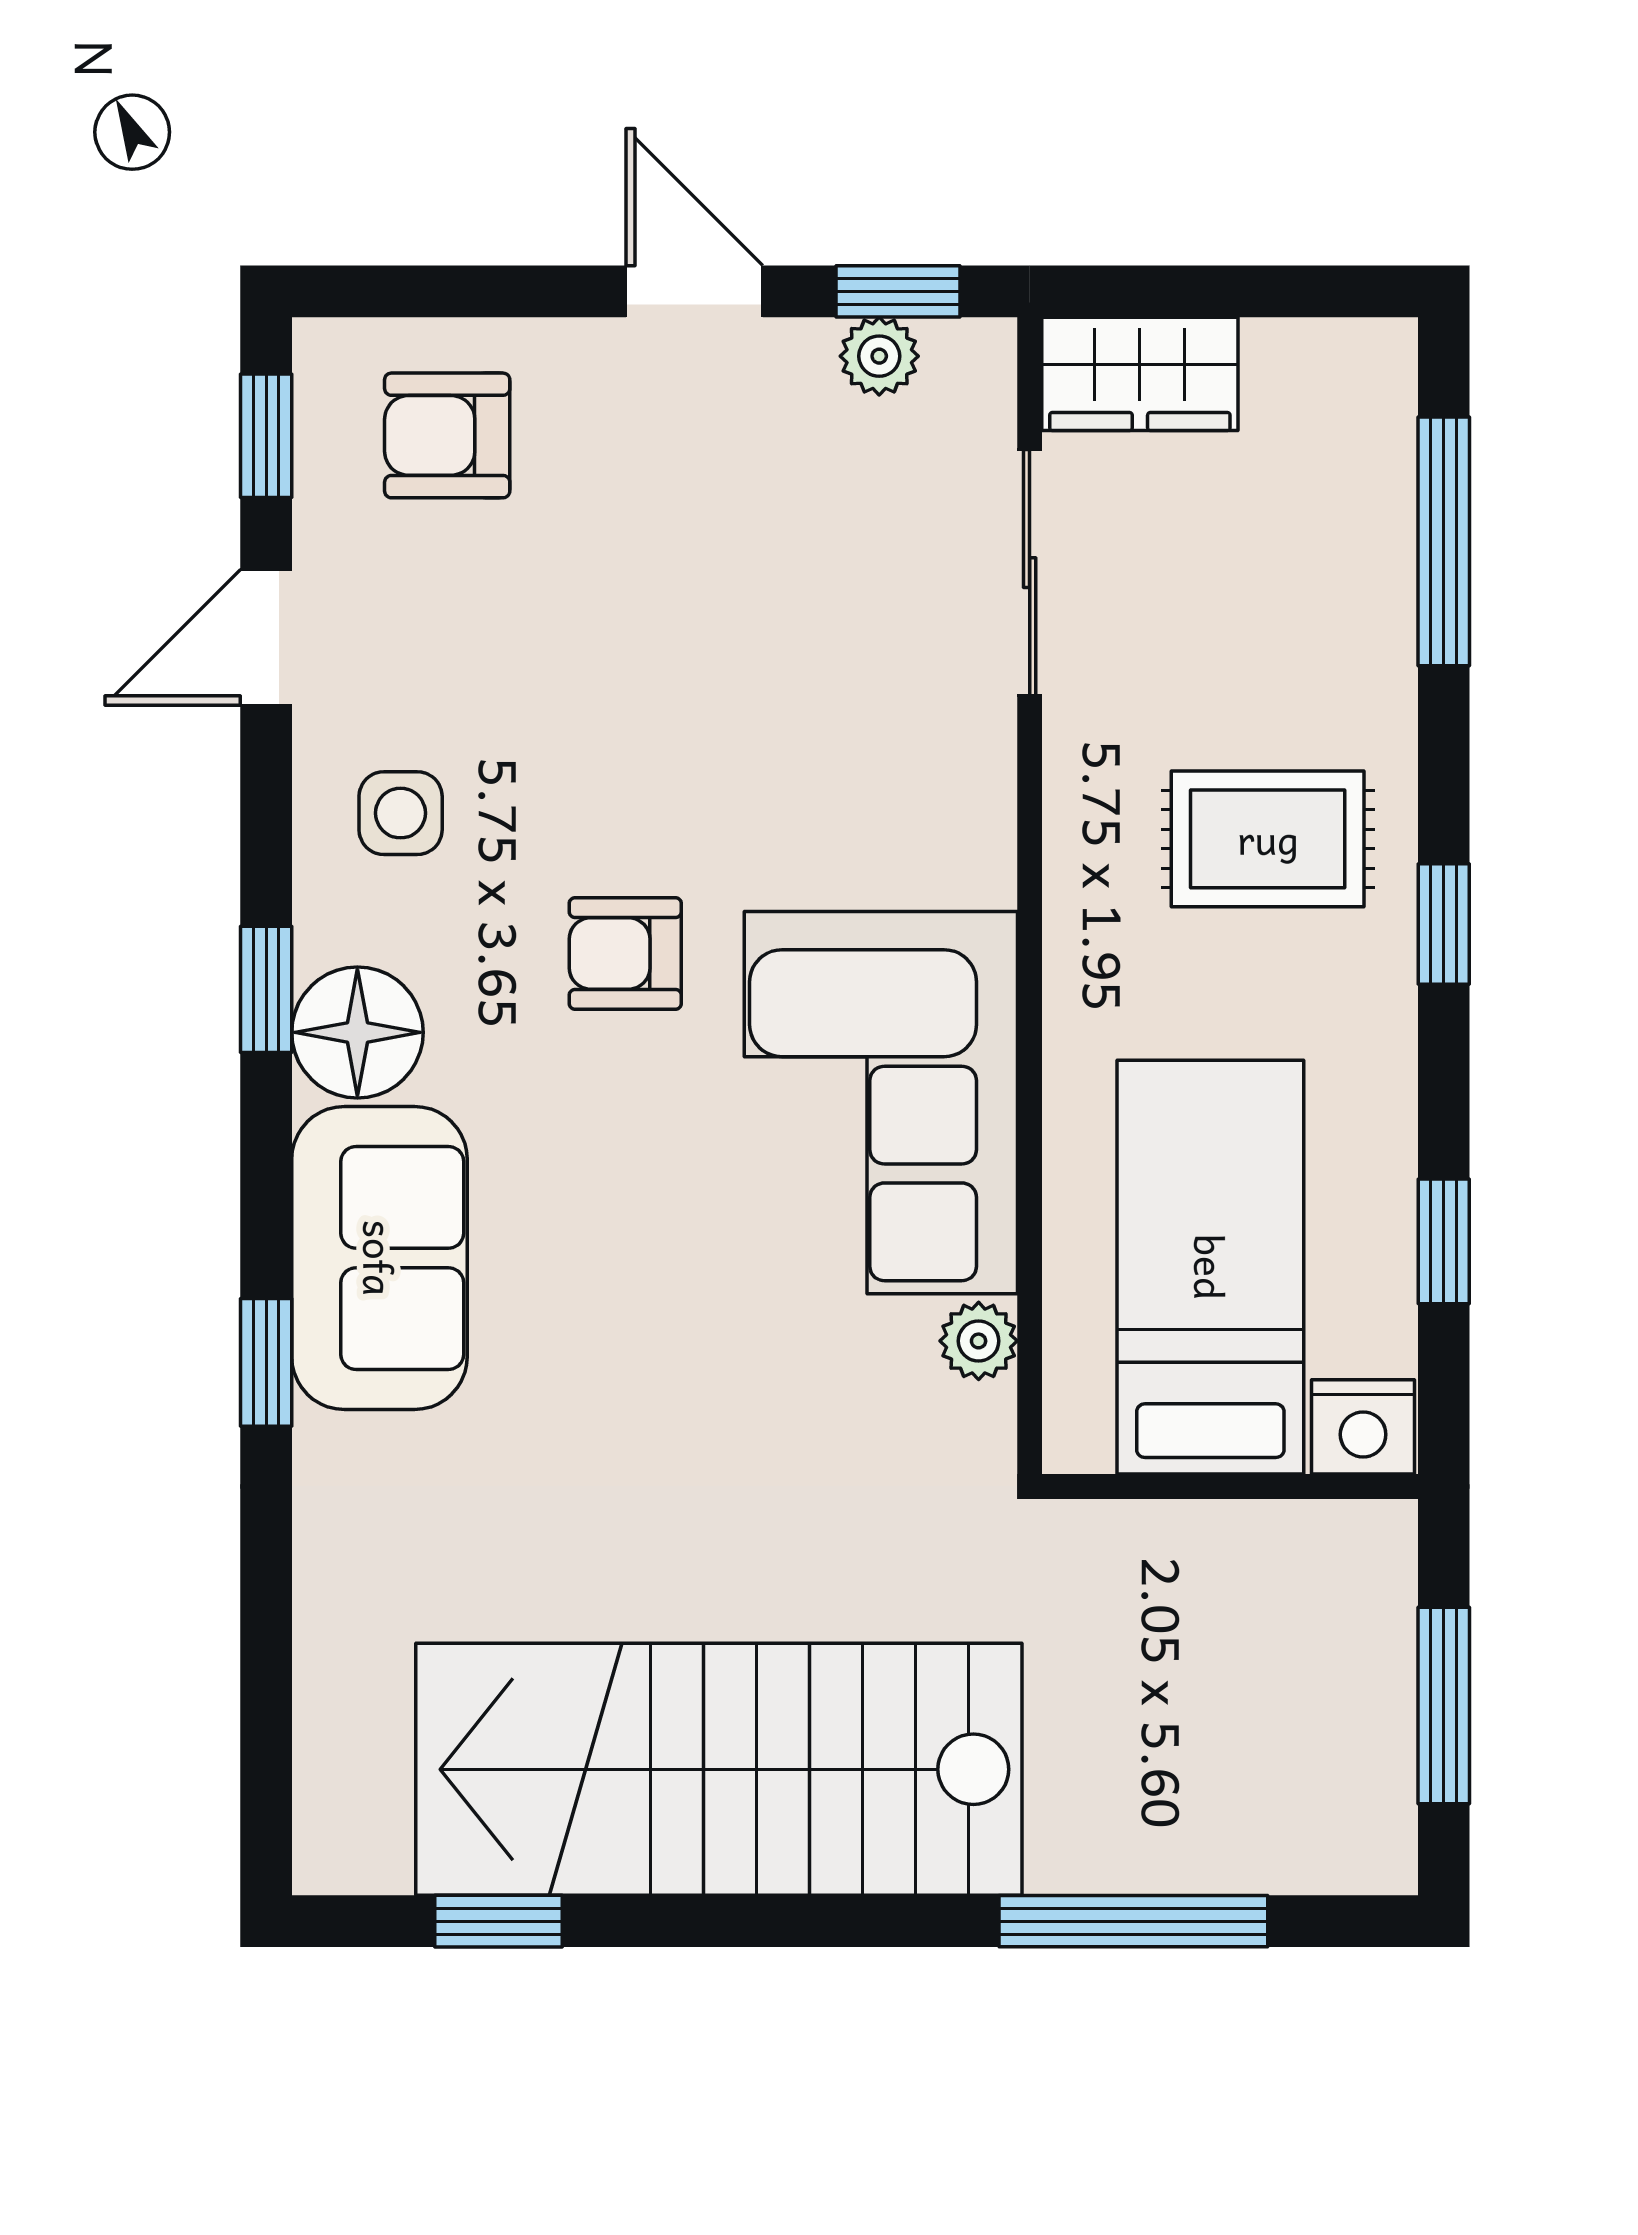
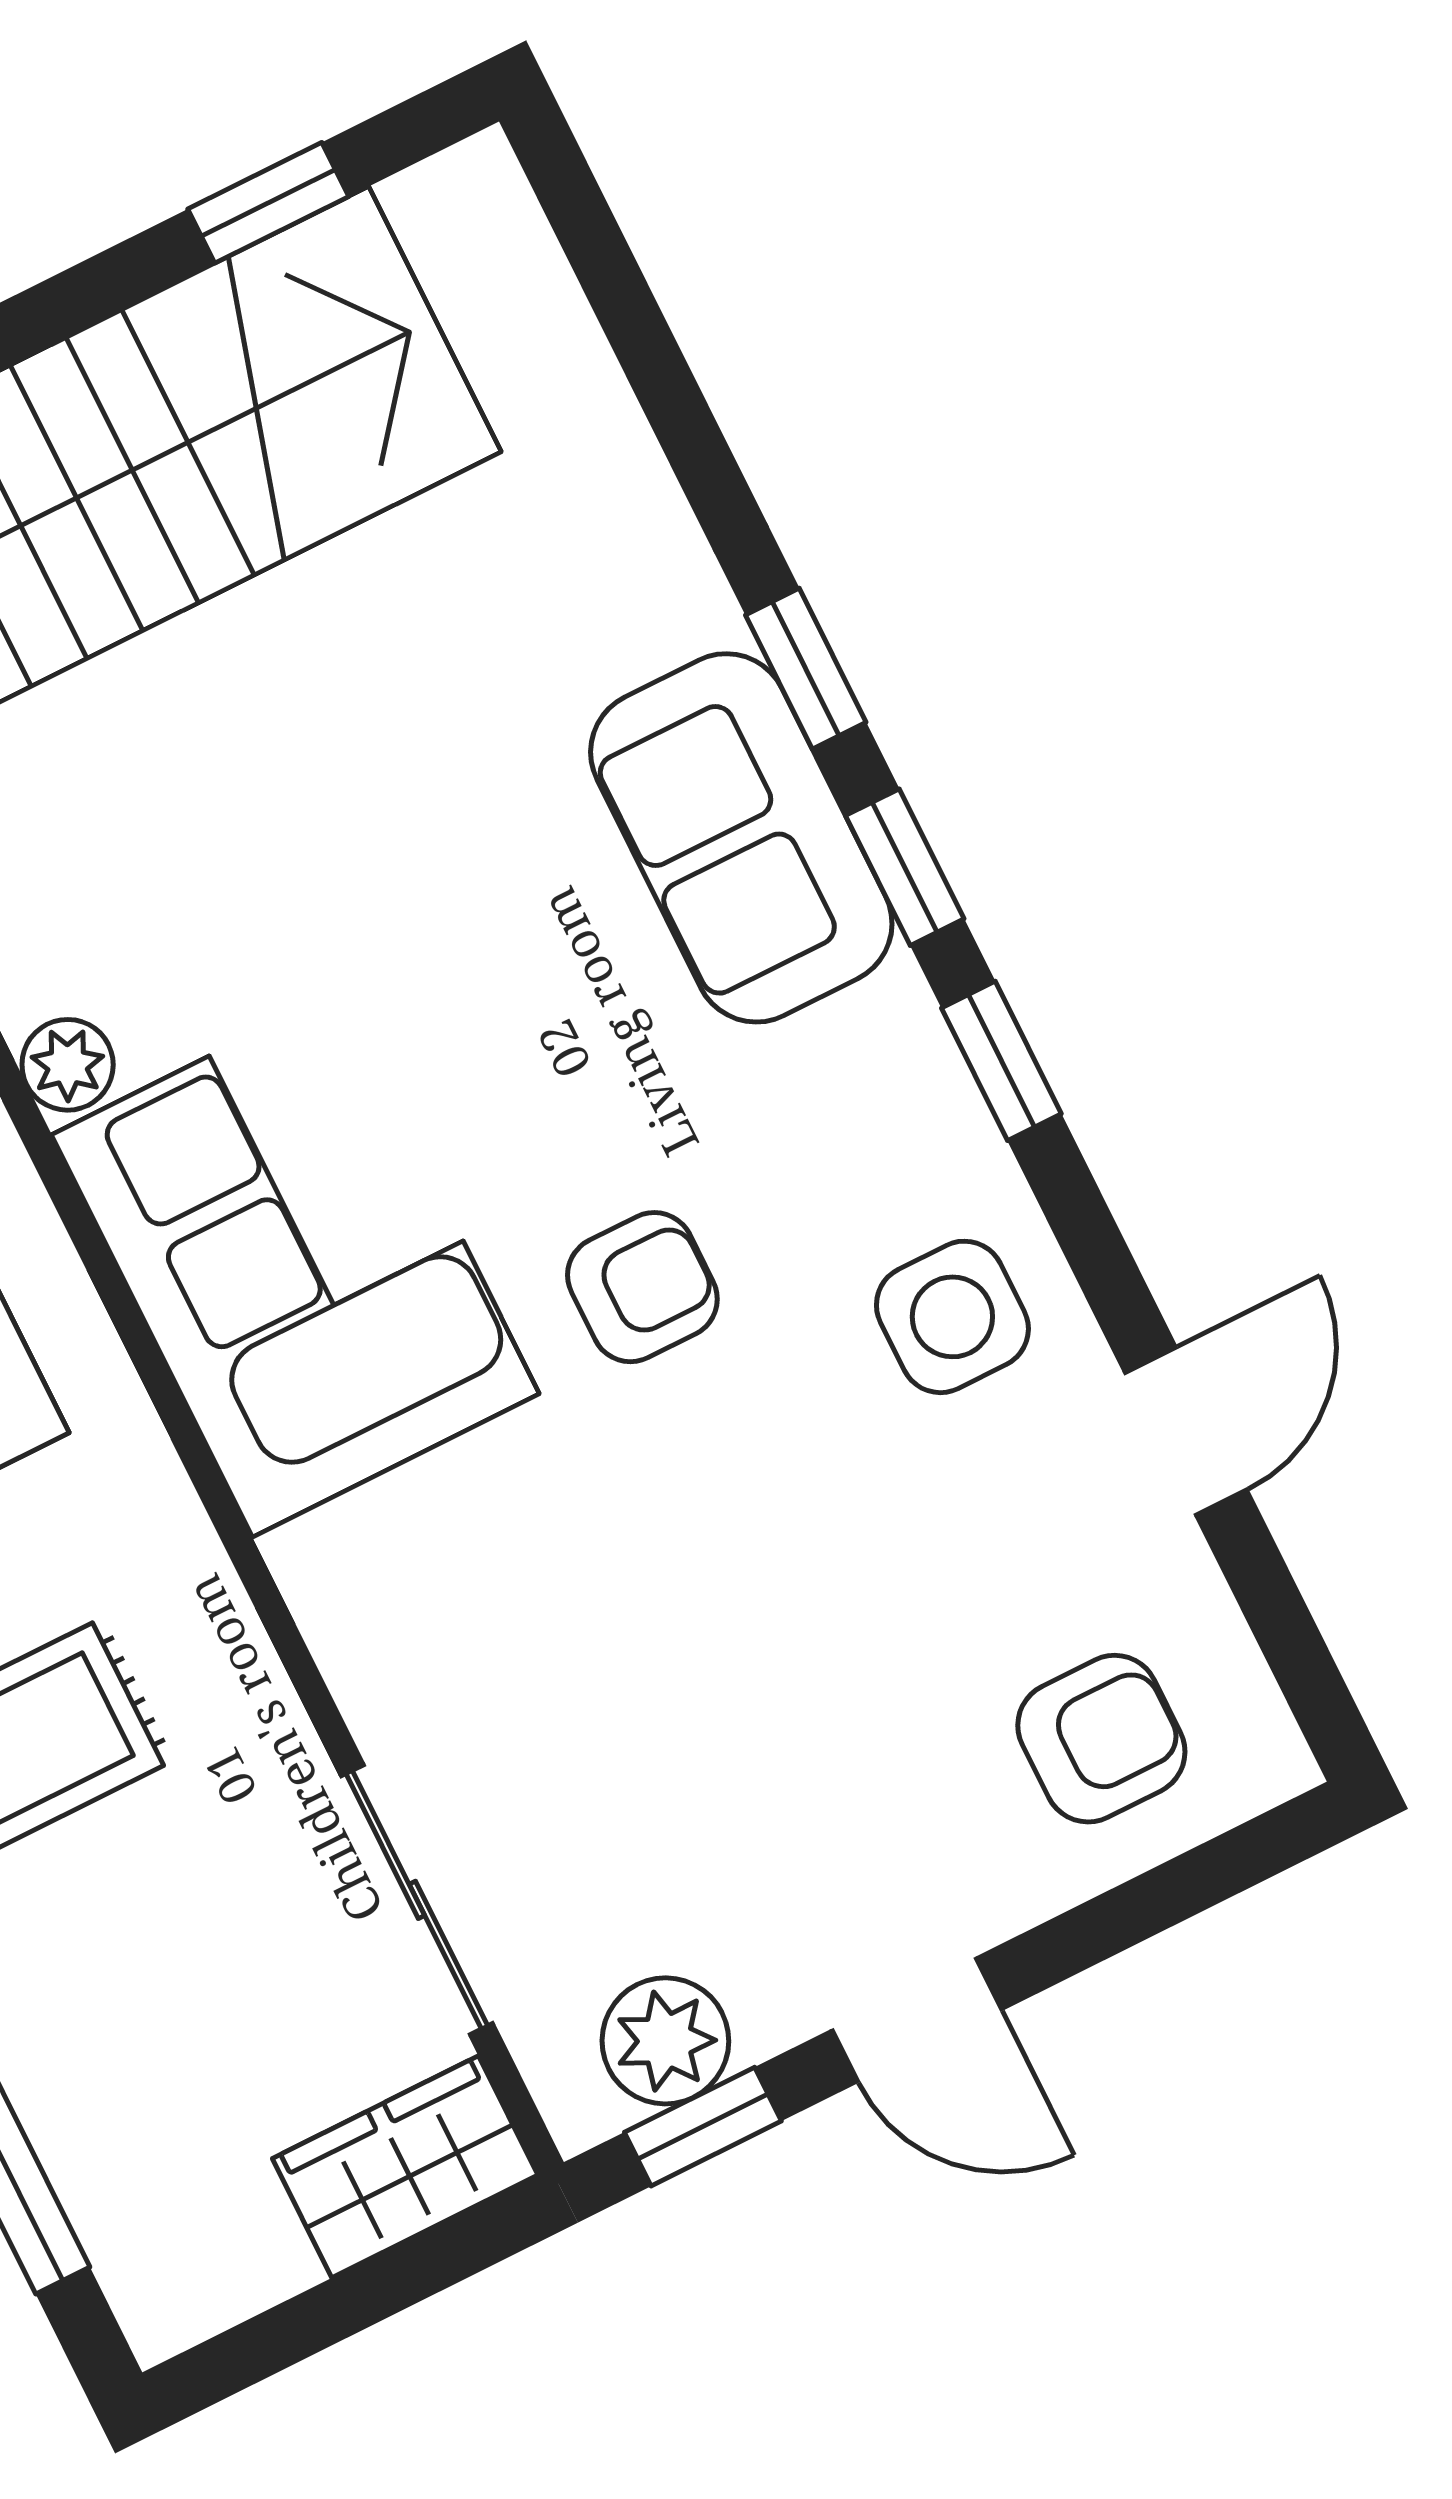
plant: (879, 356) -> (665, 2041), width x1.38, depth x1.38
window: (266, 436) -> (905, 867), moved
side table: (401, 813) -> (952, 1317), width x1.37, depth x1.37
floor lamp: (357, 1032) -> (883, 1064), removed

